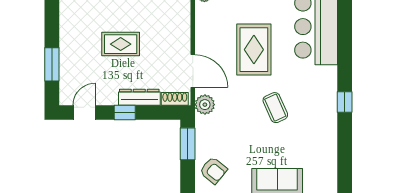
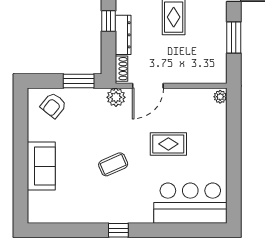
rug: (254, 50) -> (168, 144), width x0.73, depth x0.70

